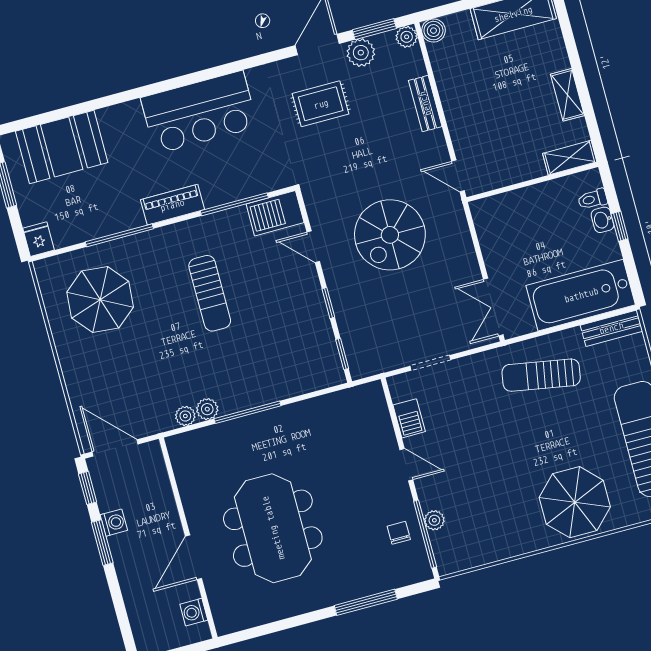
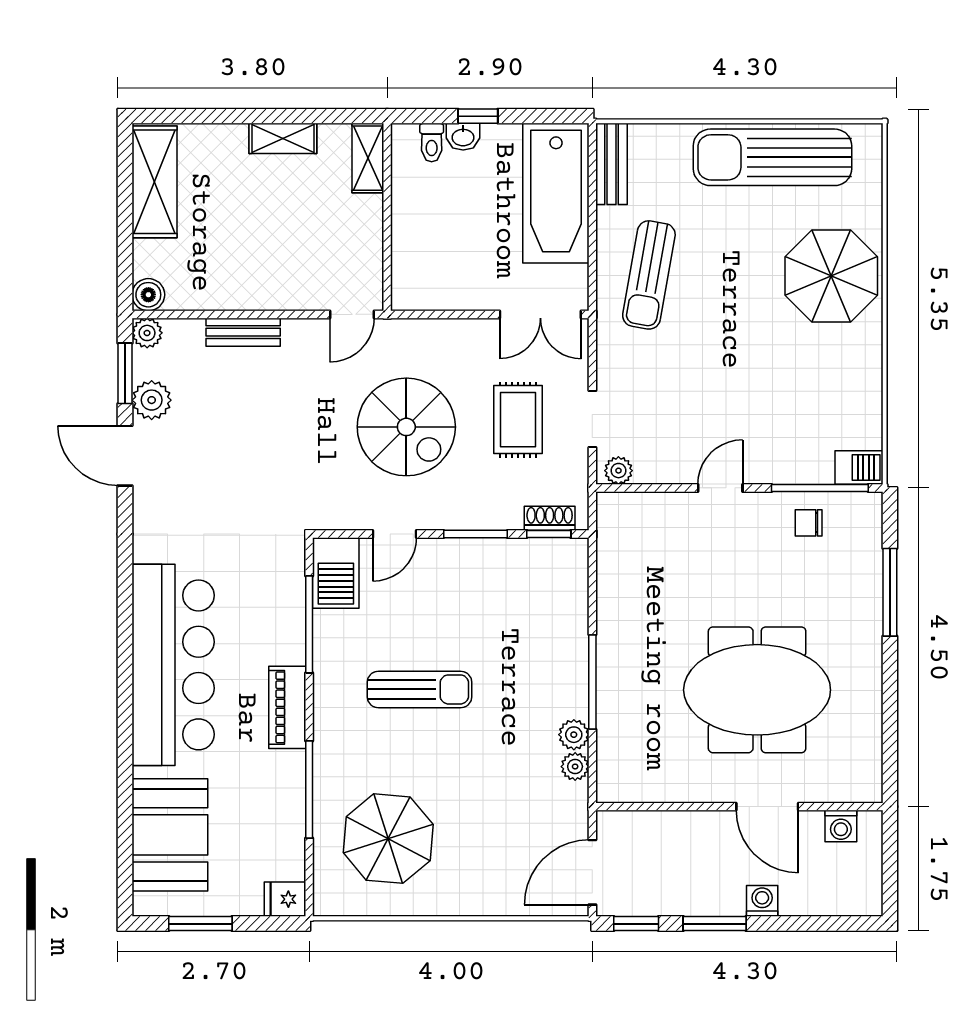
rug: (321, 104) -> (518, 420), moved
bar counter: (199, 112) -> (173, 665), width x1.36
window: (328, 303) -> (475, 534), width x1.50
shoe rack: (353, 352) -> (550, 518), added
barbecue: (409, 418) -> (859, 468), moved
plant: (434, 520) -> (618, 471), moved
washing machine: (114, 523) -> (762, 901), moved

